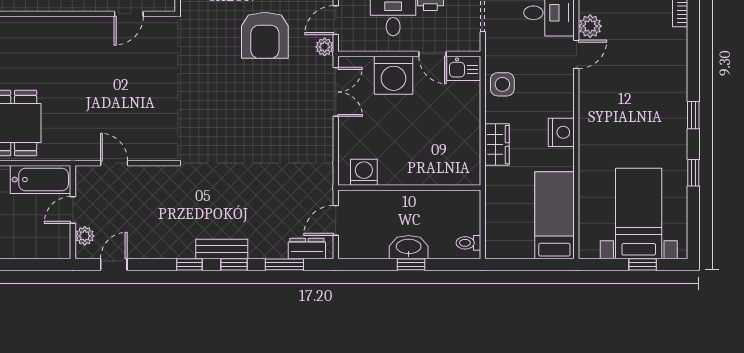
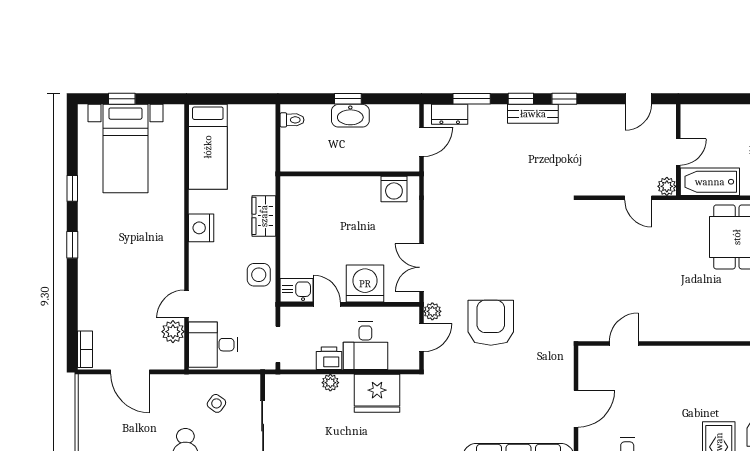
plant: (85, 236) -> (667, 186), moved

